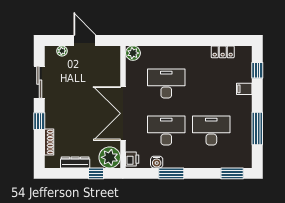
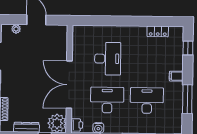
plant: (133, 53) -> (79, 32), removed
desk: (166, 83) -> (108, 59), turned 90
filing cabinet: (244, 89) -> (176, 76), moved

